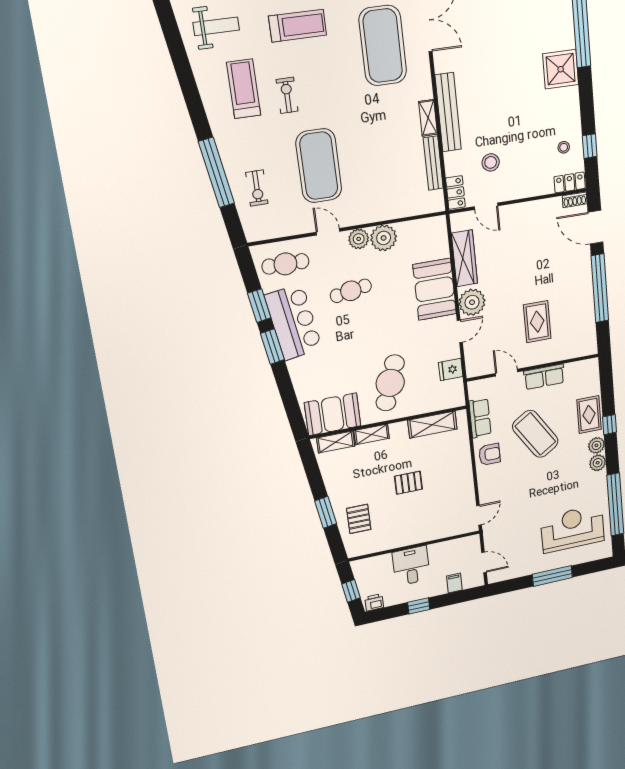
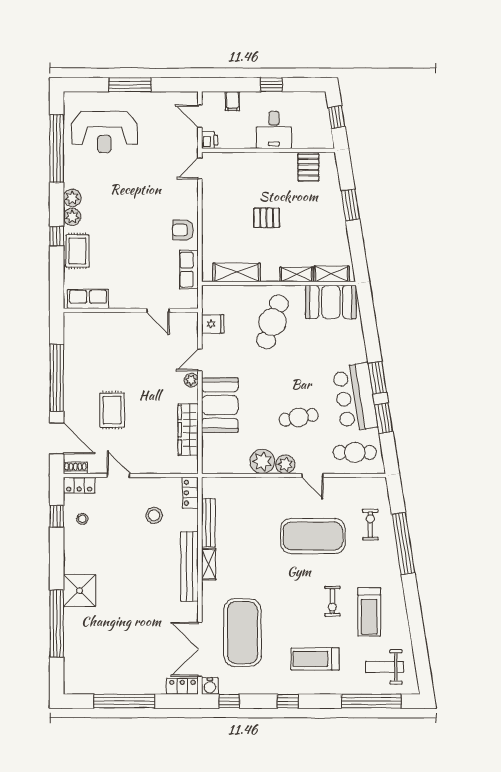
exercise mat: (319, 166) -> (313, 536), turned 90
door: (486, 206) -> (118, 475), moved
plant: (472, 302) -> (191, 380), width x0.53, depth x0.53
rug: (537, 322) -> (112, 410), moved
row of seats: (544, 377) -> (88, 299), moved
coffee table: (535, 434) -> (135, 242), removed
pallet: (359, 519) -> (308, 167), moved
printer: (374, 602) -> (209, 140), moved, turned -90

